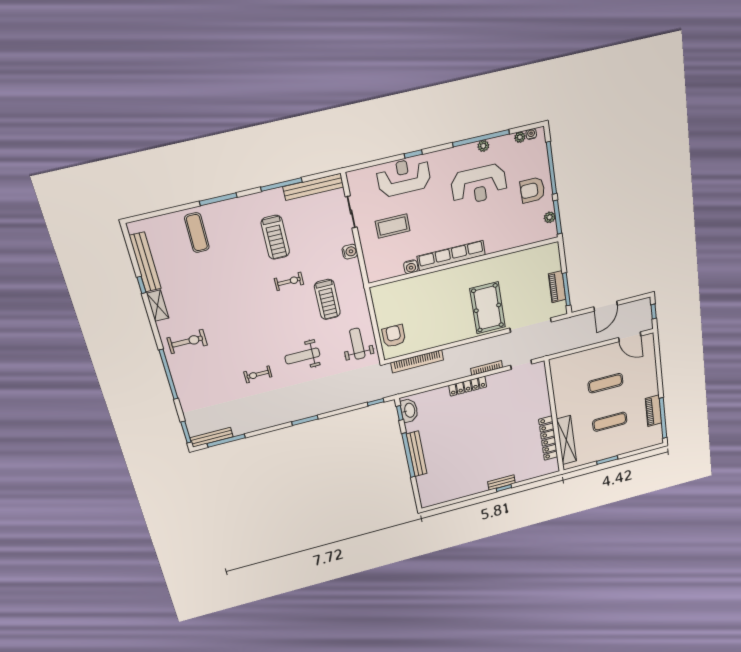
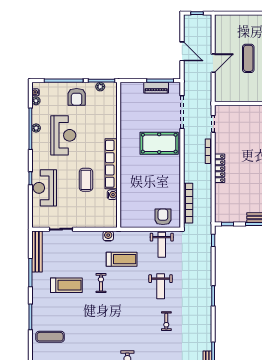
coffee table: (393, 226) -> (86, 180), moved
water cooler: (350, 252) -> (108, 236), moved
armchair: (394, 336) -> (163, 217), turned 90
door: (630, 337) -> (213, 63), moved
weight bench: (357, 344) -> (162, 245), turned -90
washbasin: (409, 410) -> (227, 216), removed

